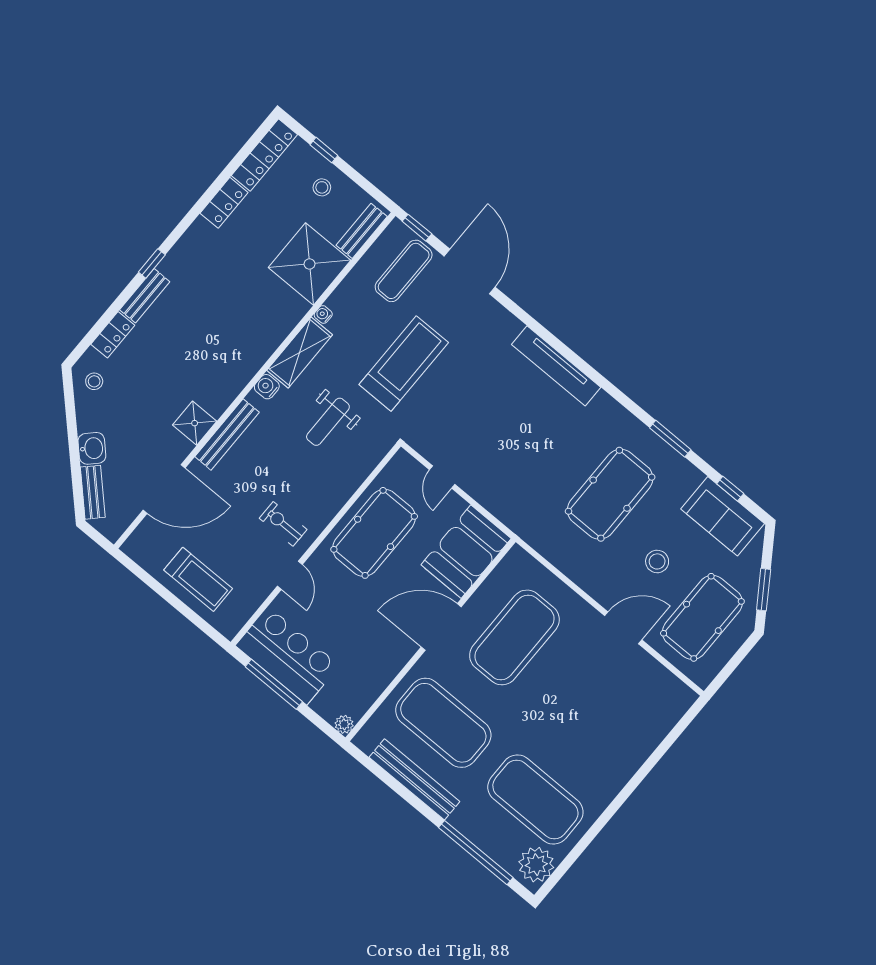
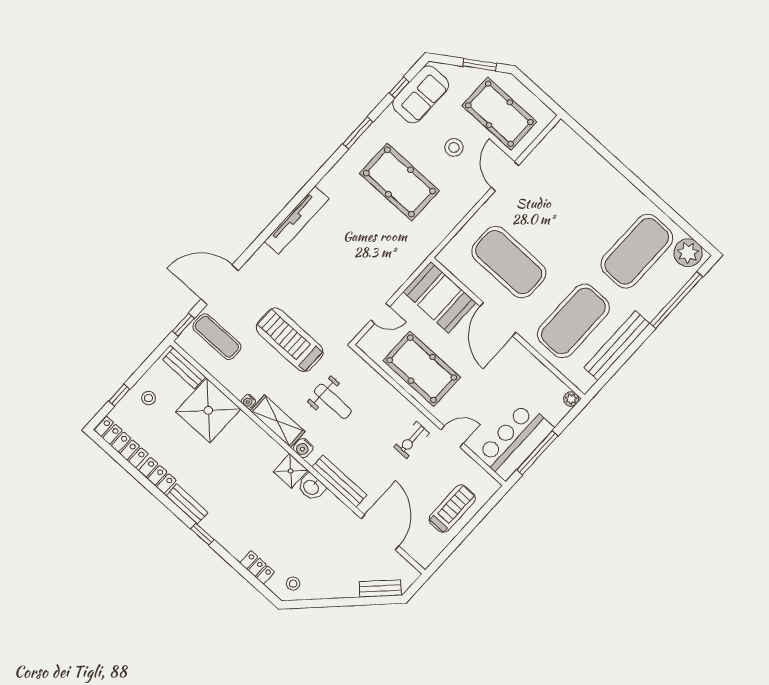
bench: (145, 296) -> (187, 504), moved
shower: (195, 423) -> (291, 471), moved
washbasin: (92, 448) -> (311, 487), moved, turned -135

